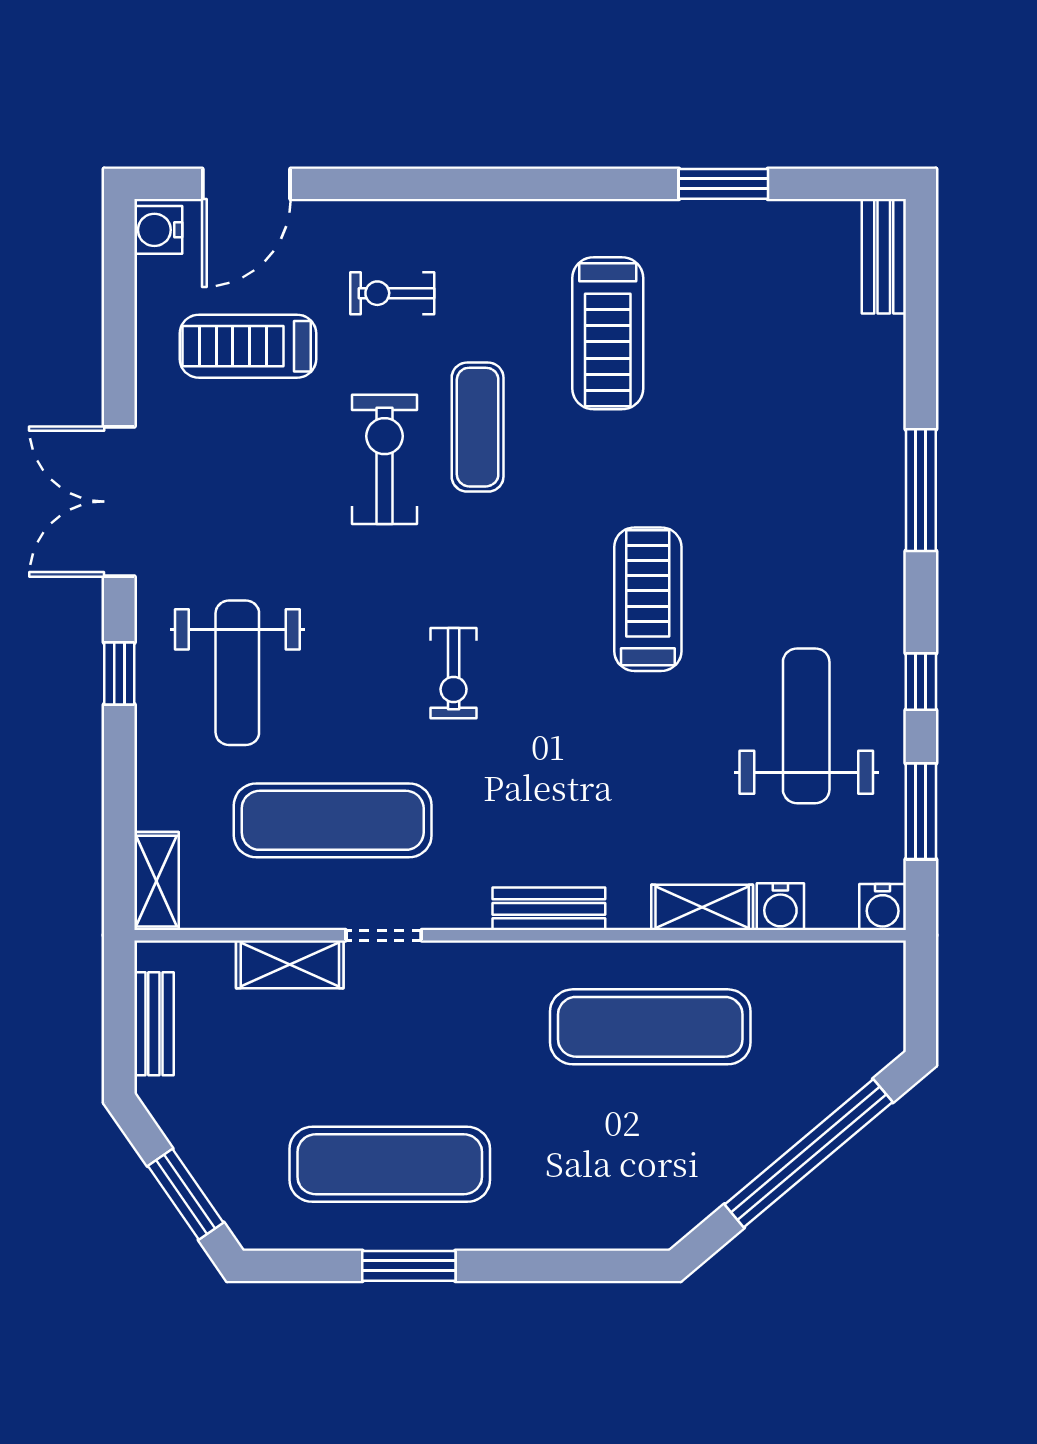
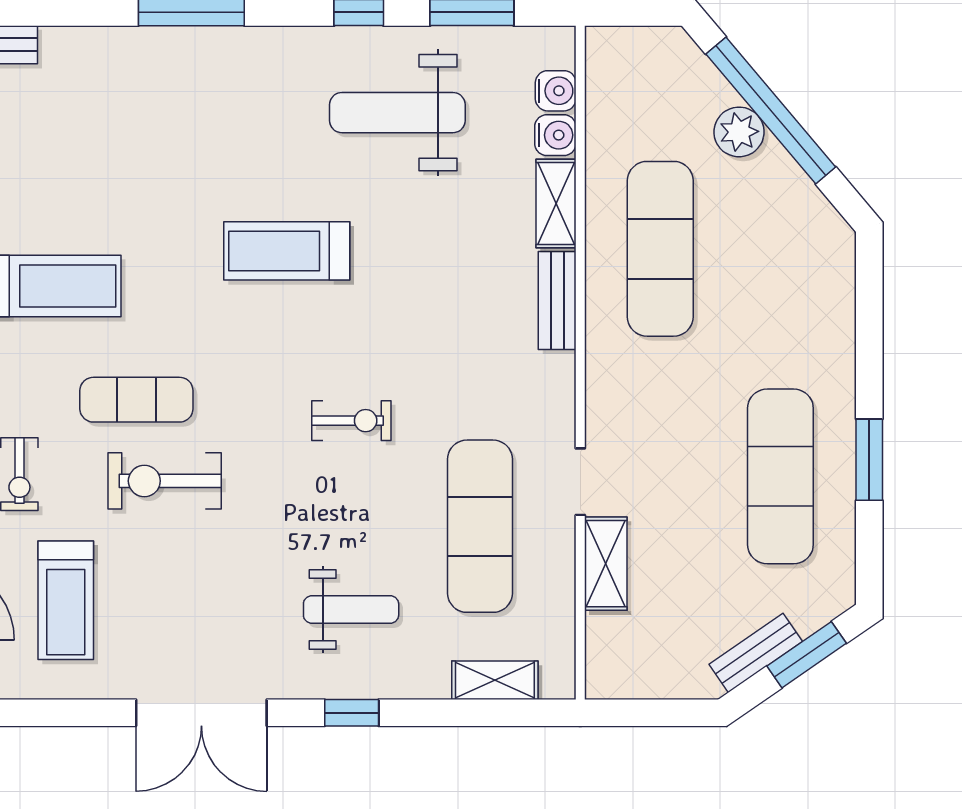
weight bench: (237, 673) -> (351, 610), width x0.73, depth x0.75
shelving: (156, 881) -> (495, 680), moved
water cooler: (883, 907) -> (556, 91), moved
bench: (549, 909) -> (557, 300), moved
bench: (154, 1024) -> (756, 653), moved, turned -35
plant: (784, 1117) -> (739, 132), added

